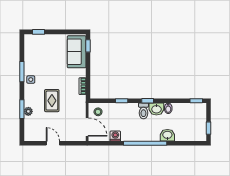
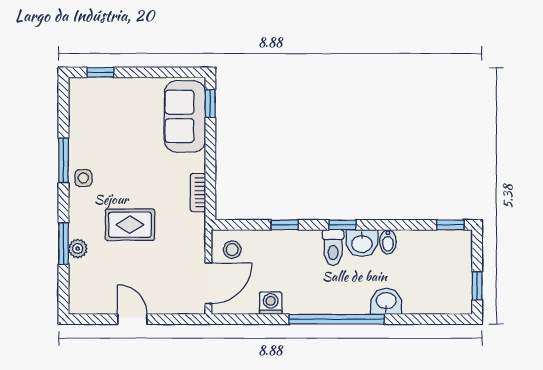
rug: (52, 101) -> (130, 225), turned 90
door: (87, 127) -> (208, 283), hinge flipped

